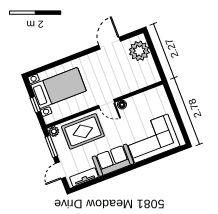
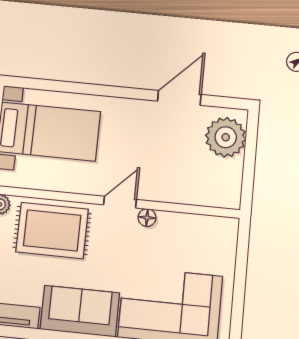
door: (107, 104) -> (120, 202), swing flipped

